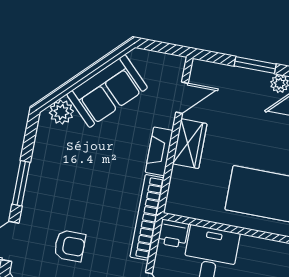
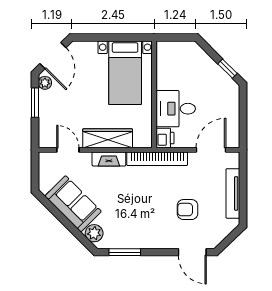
wardrobe: (190, 144) -> (108, 138), width x1.50
window: (21, 183) -> (125, 252), moved
armchair: (70, 246) -> (188, 210), turned -90

